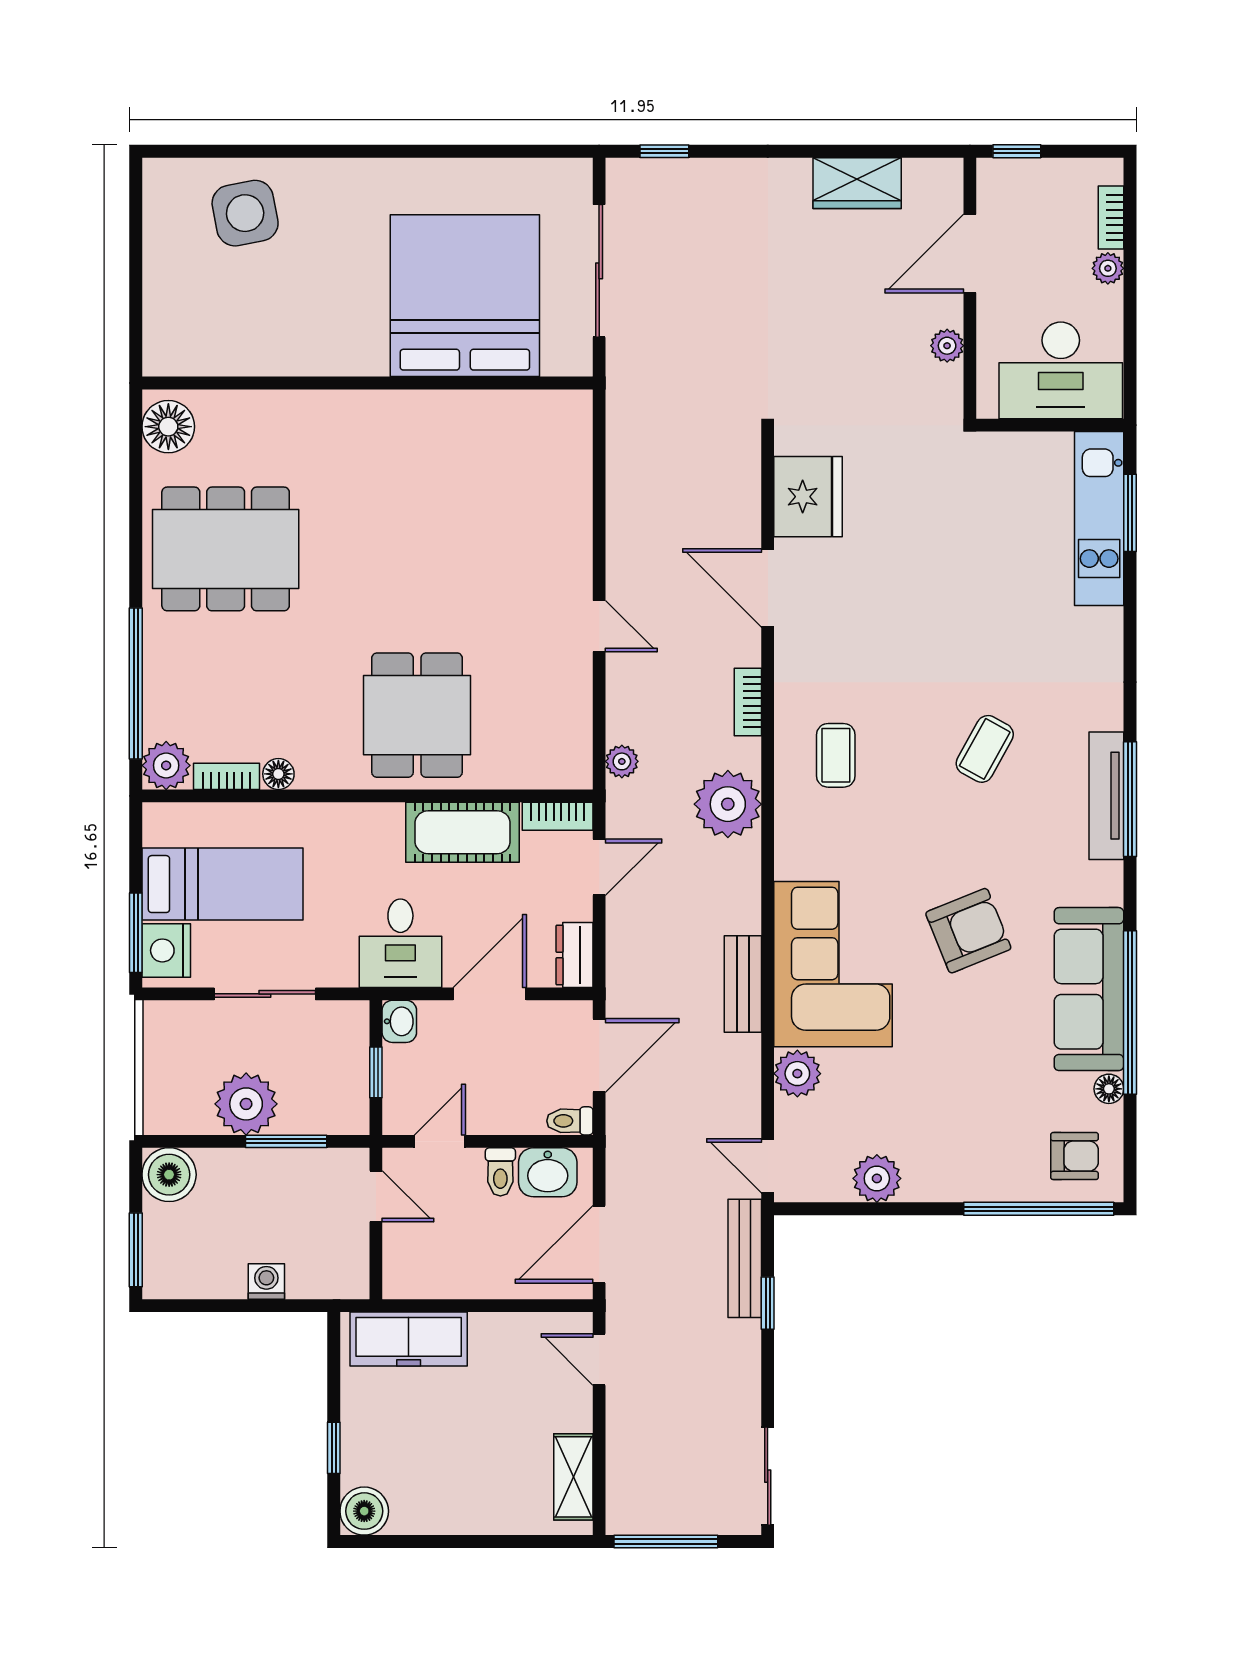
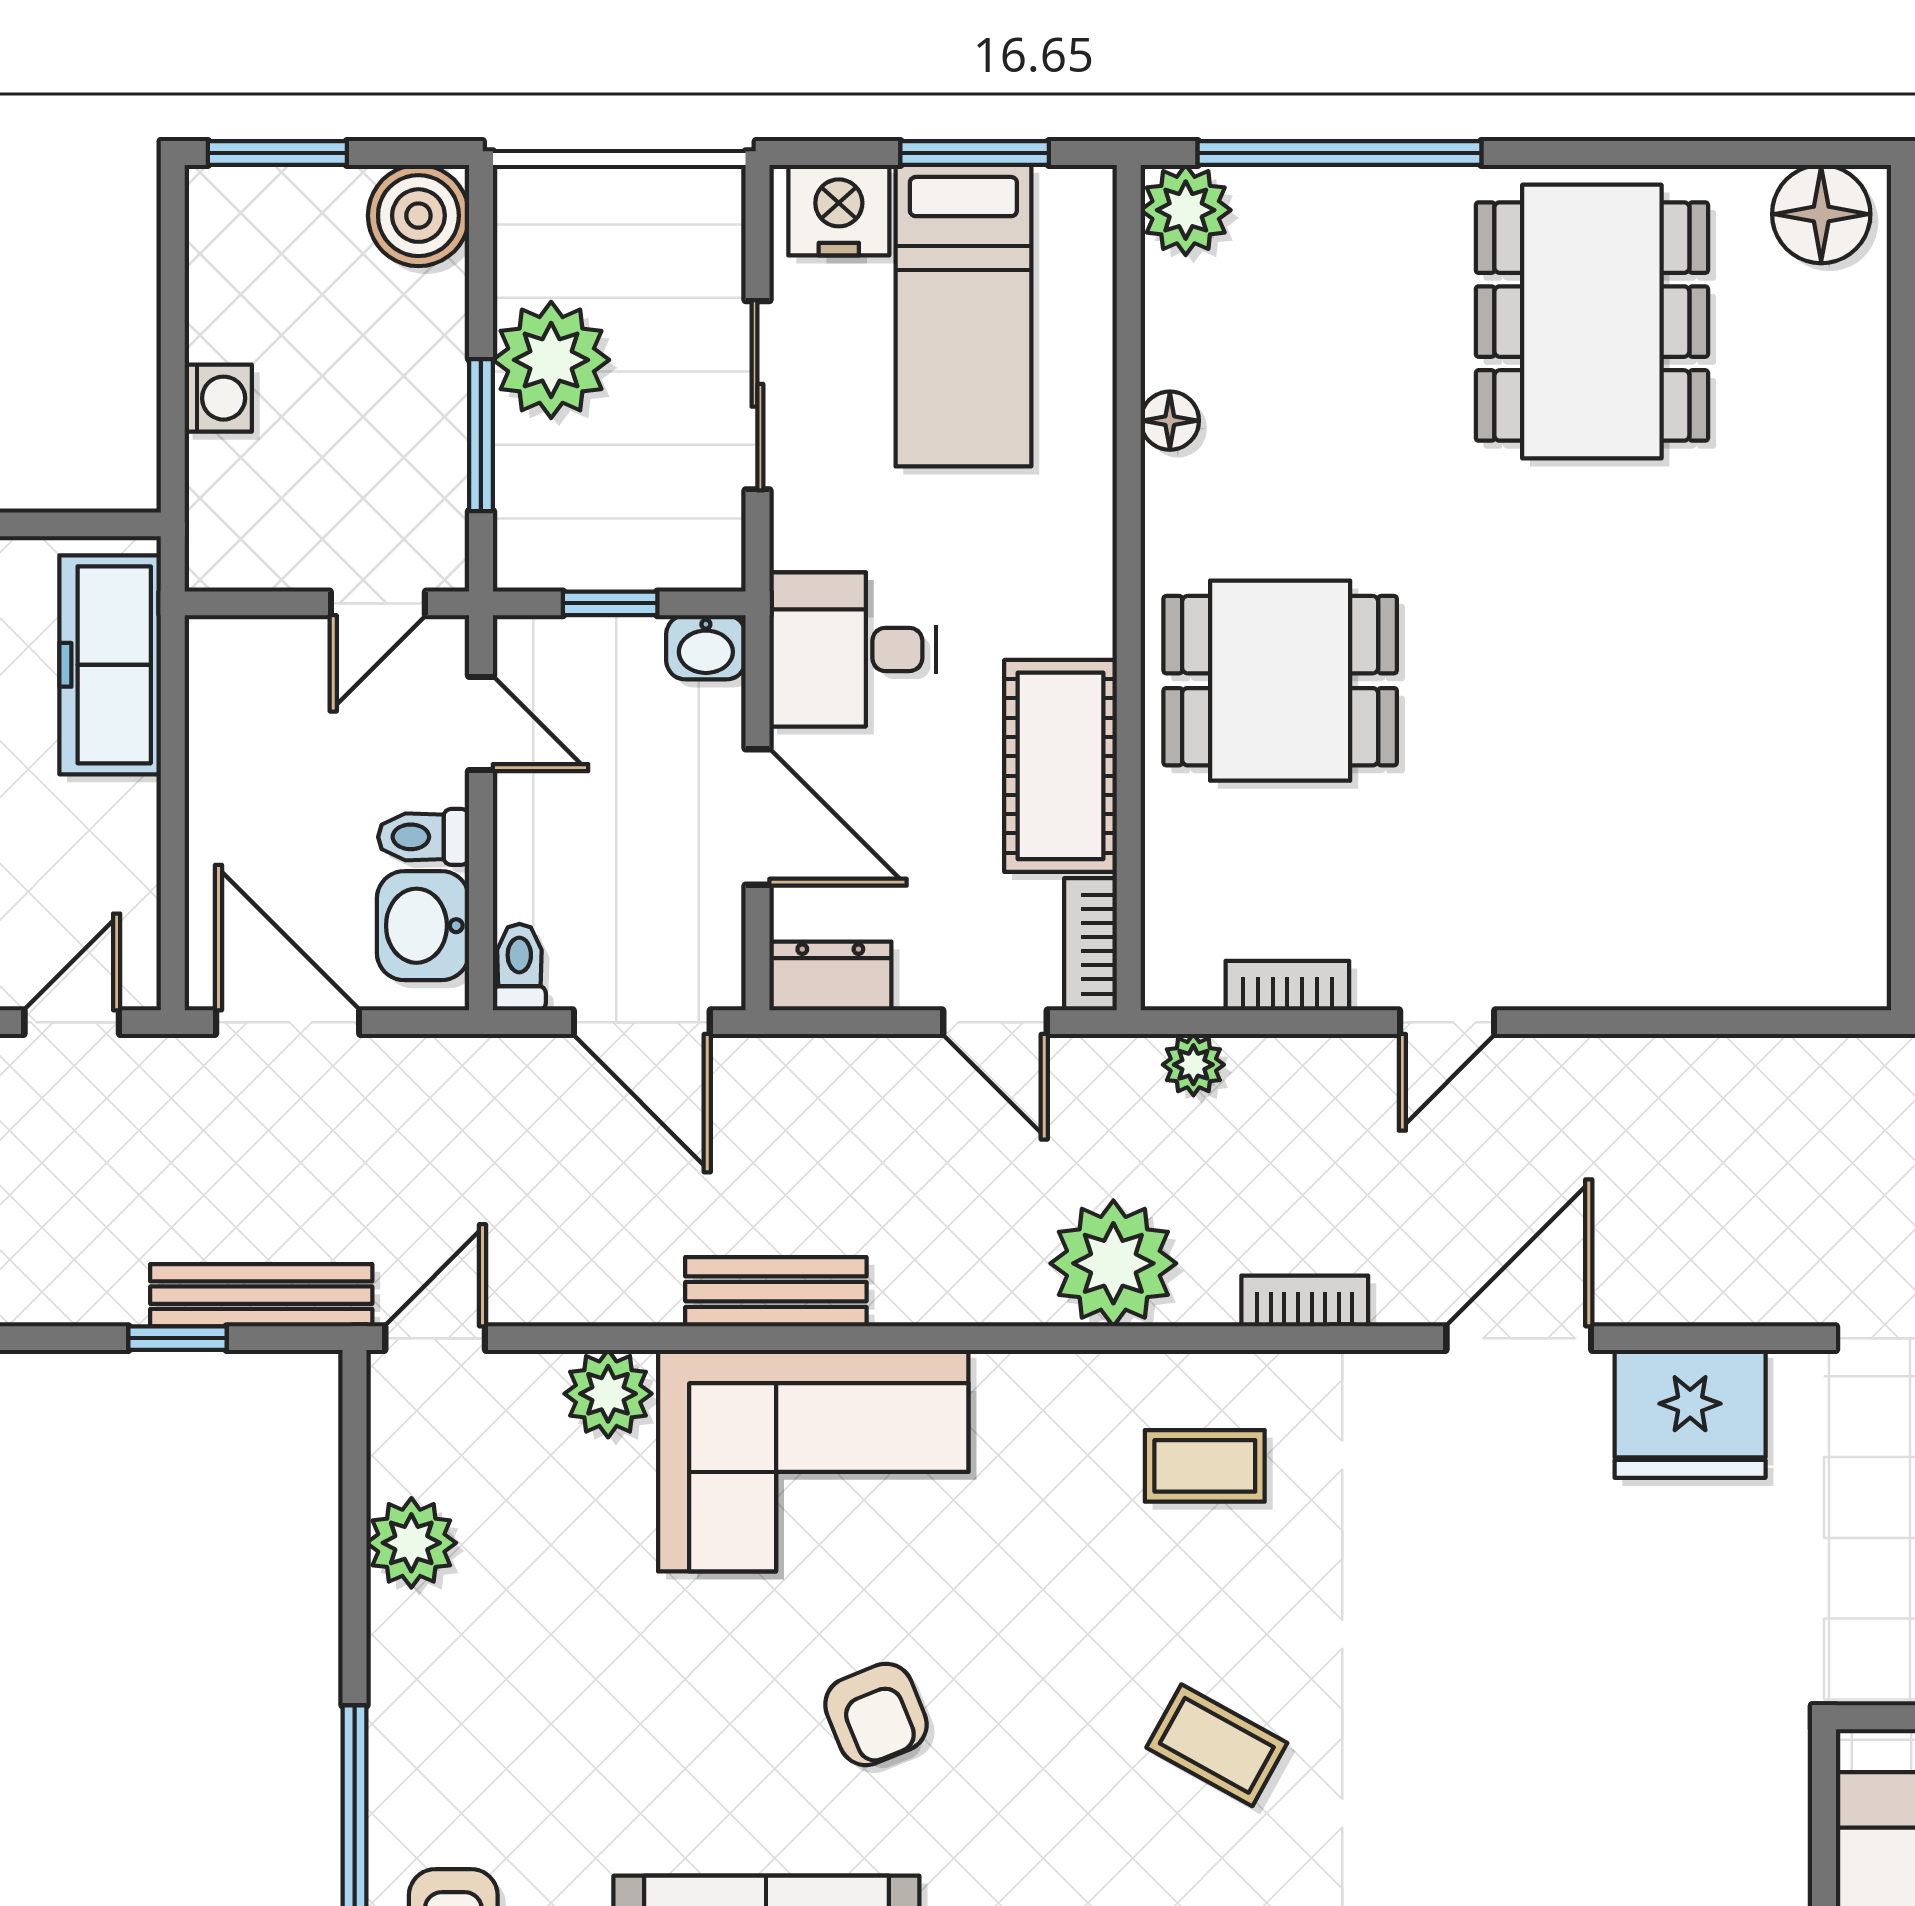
bookcase: (227, 776) -> (1287, 986), moved, turned -90
armchair: (968, 931) -> (876, 1714), width x0.72, depth x0.72
window: (136, 933) -> (975, 153), moved

